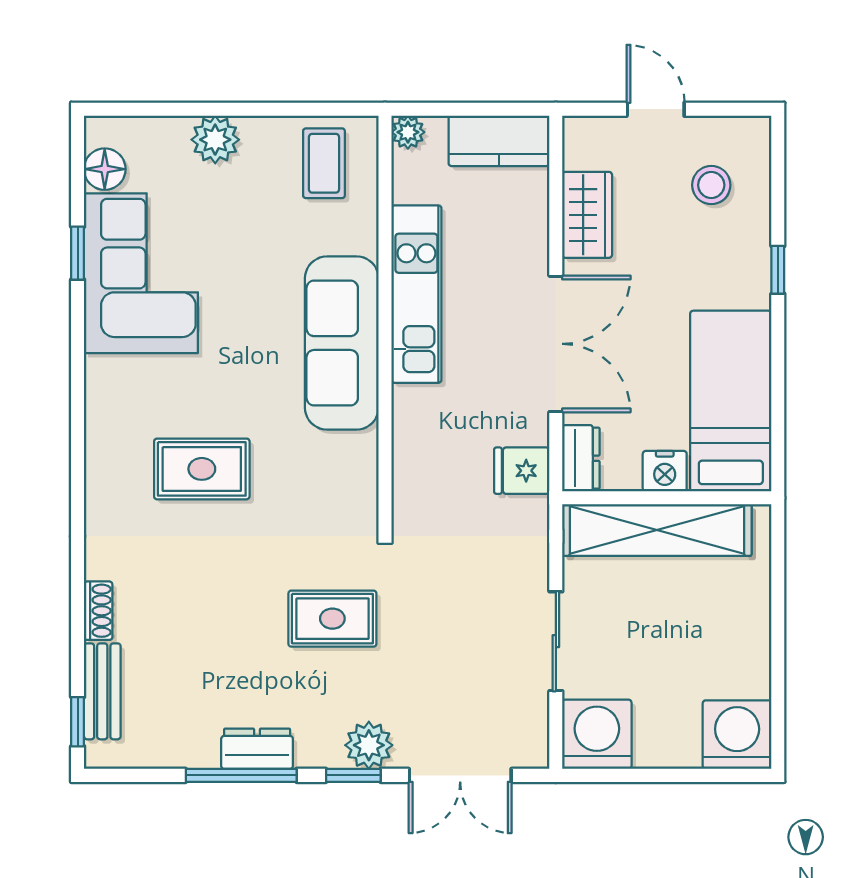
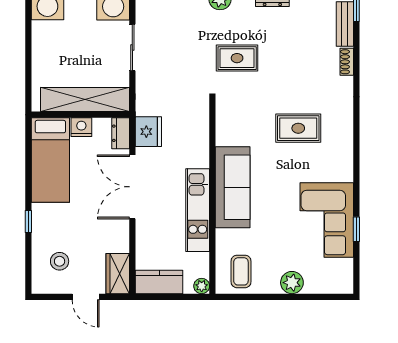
floor lamp: (105, 169) -> (344, 269), removed
wardrobe: (587, 215) -> (118, 274), moved
fridge: (522, 471) -> (148, 132), width x1.38

